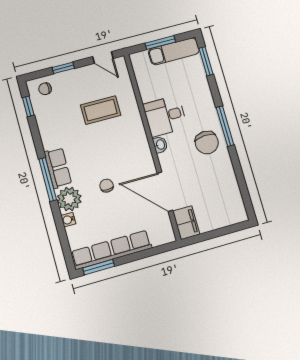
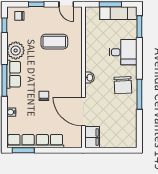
desk: (165, 116) -> (123, 52), moved, turned 180
window: (225, 126) -> (139, 94), moved
plant: (69, 199) -> (16, 50), moved

